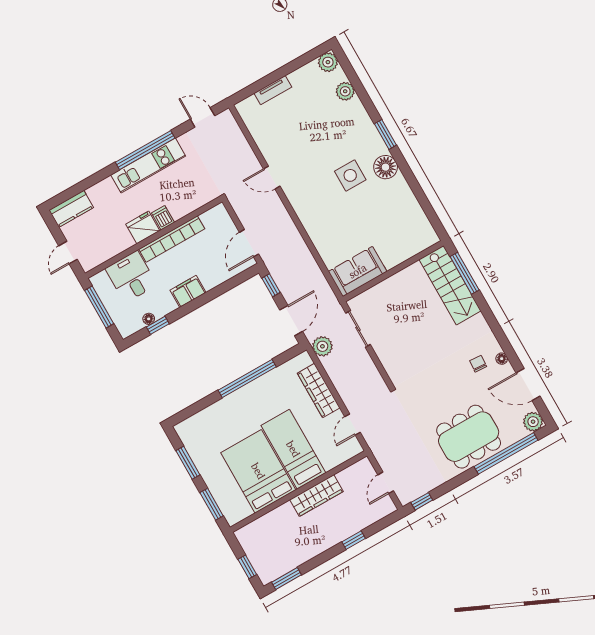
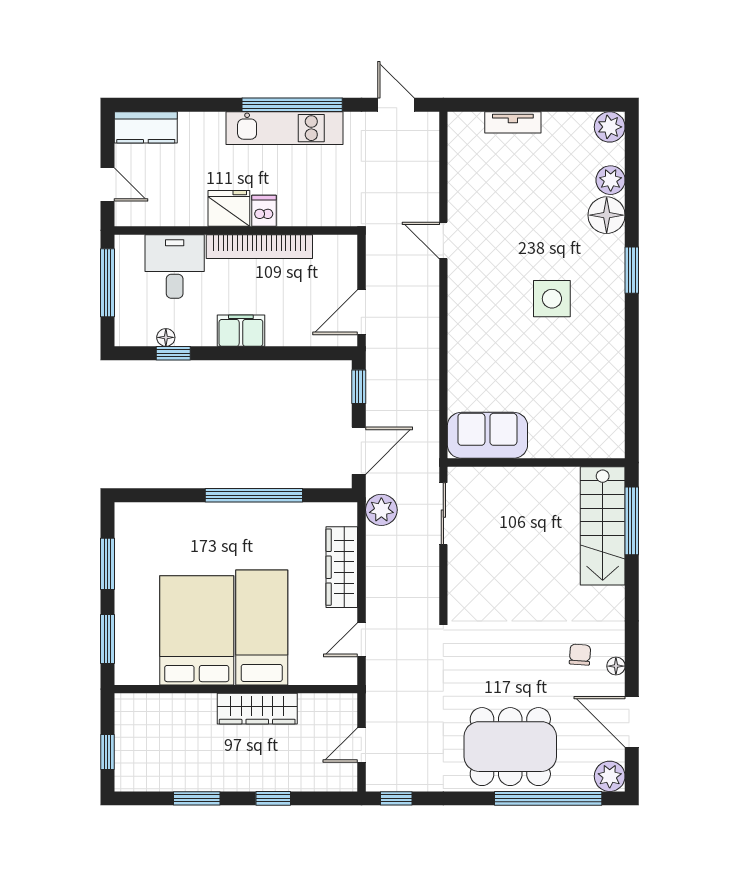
floor lamp: (386, 167) -> (607, 215), moved
door: (68, 253) -> (108, 184), swing flipped
window: (287, 578) -> (197, 798), moved

